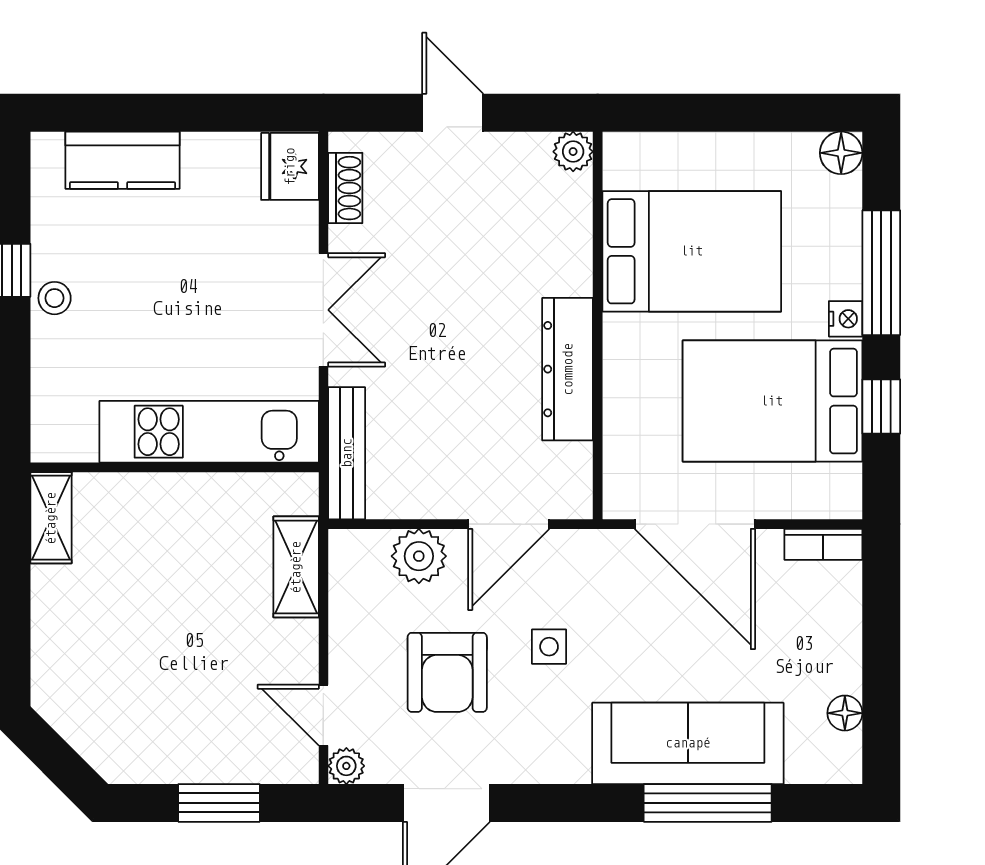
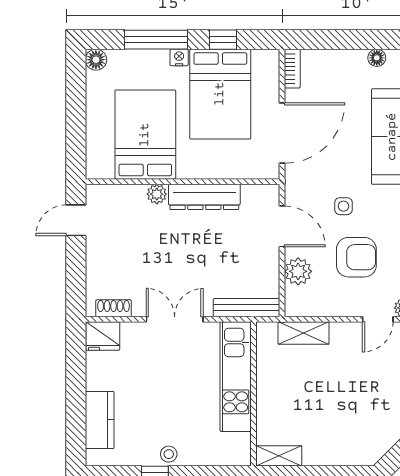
door: (453, 113) -> (76, 220), moved
plant: (573, 152) -> (157, 194), moved

